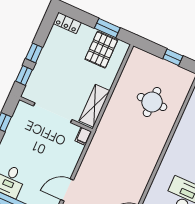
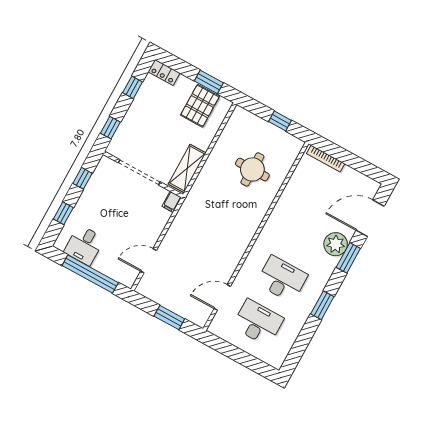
window: (34, 53) -> (133, 87), moved

